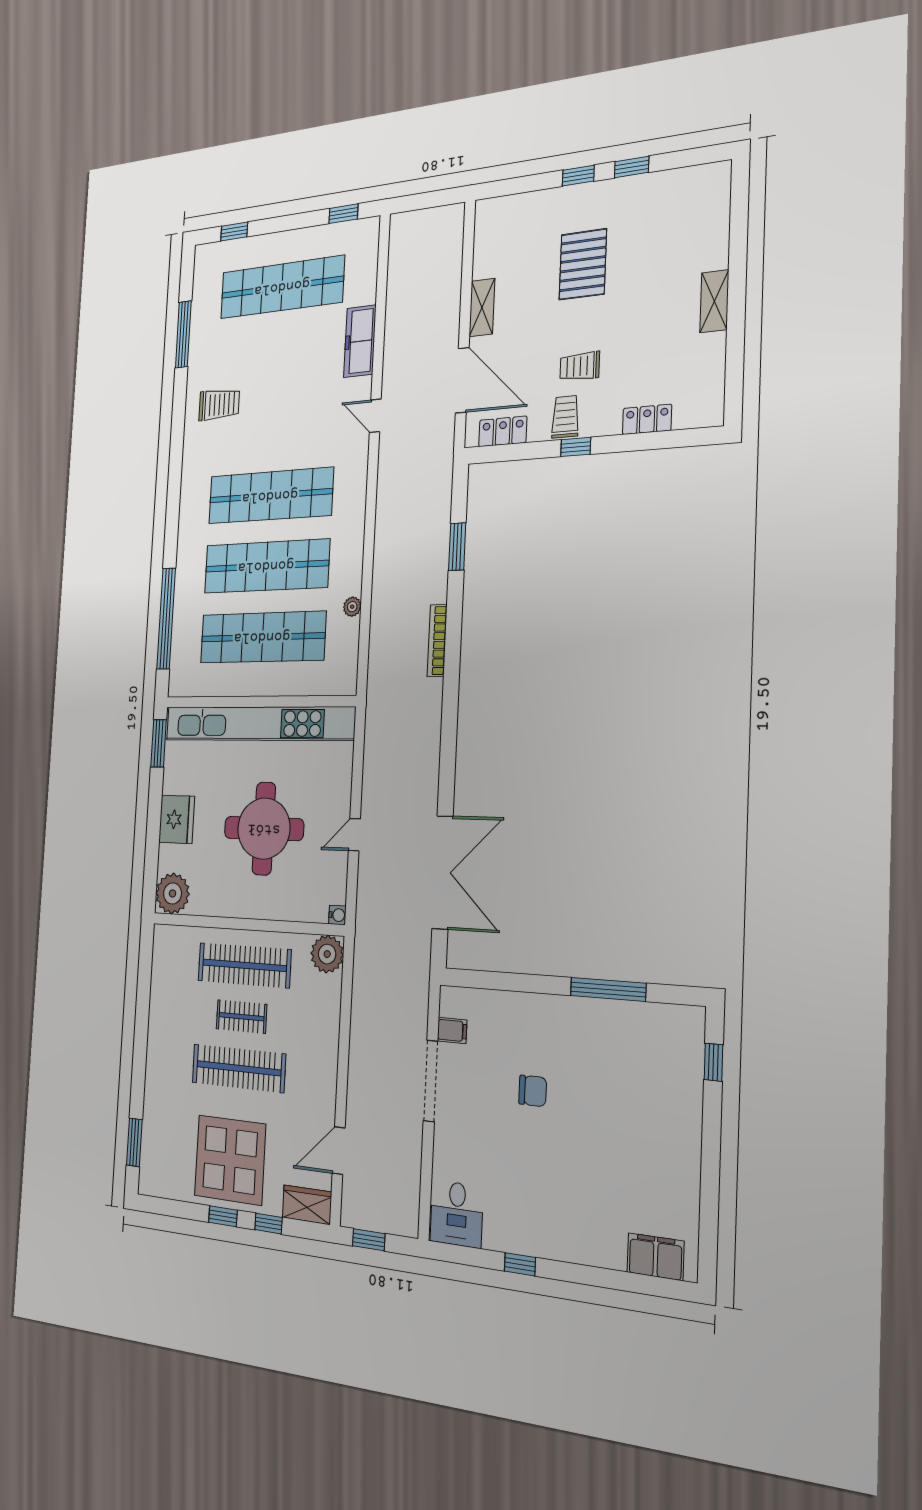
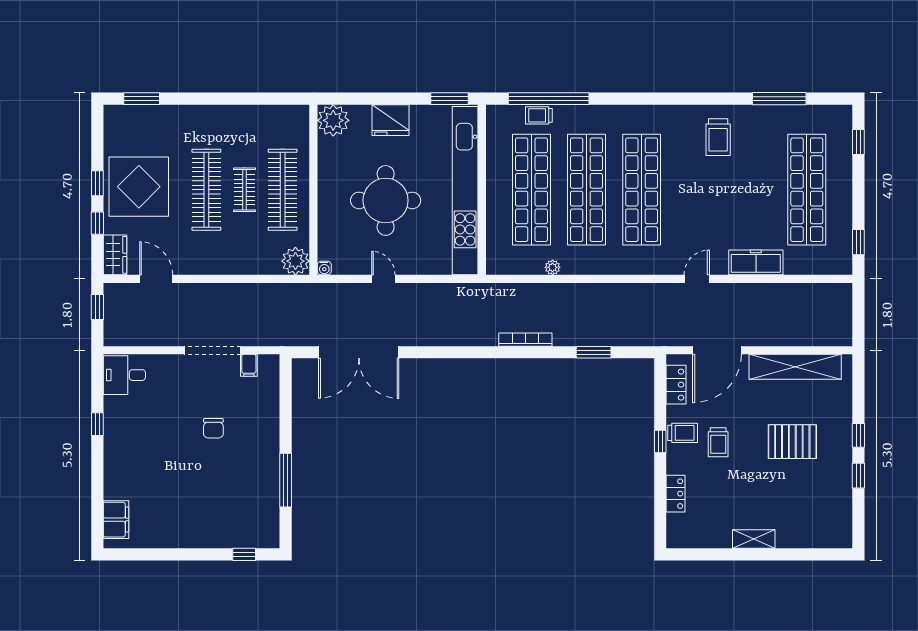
shelving: (482, 308) -> (795, 367), width x2.20, depth x1.33
trolley: (580, 366) -> (718, 442), turned 180
trolley: (183, 630) -> (539, 115), added

